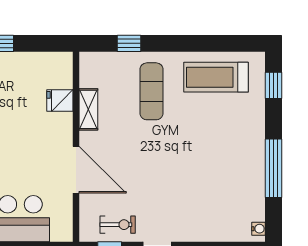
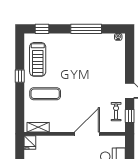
window: (129, 43) -> (20, 76), moved
fridge: (60, 100) -> (30, 142), moved
shelving: (88, 109) -> (38, 127), moved

